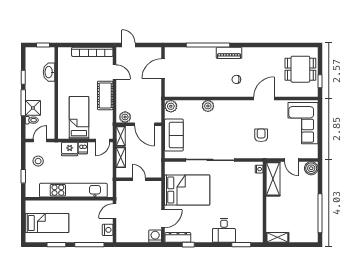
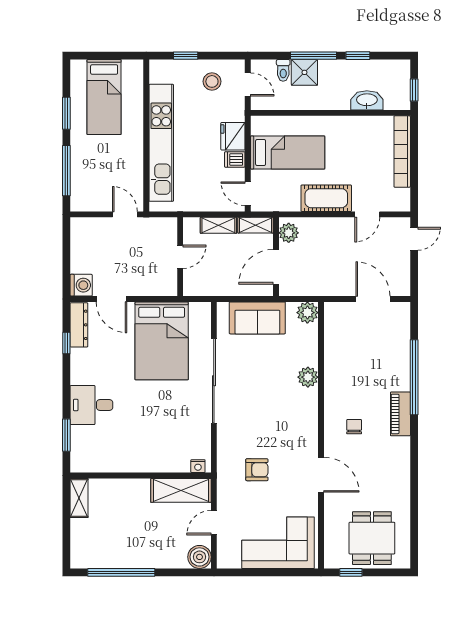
bookcase: (92, 52) -> (402, 152), moved
nightstand: (108, 230) -> (92, 202), removed

